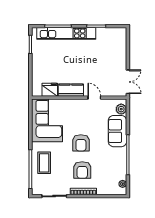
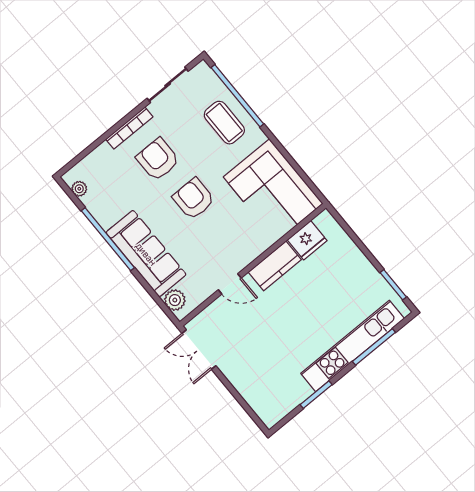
sofa: (117, 131) -> (146, 254), width x1.36

